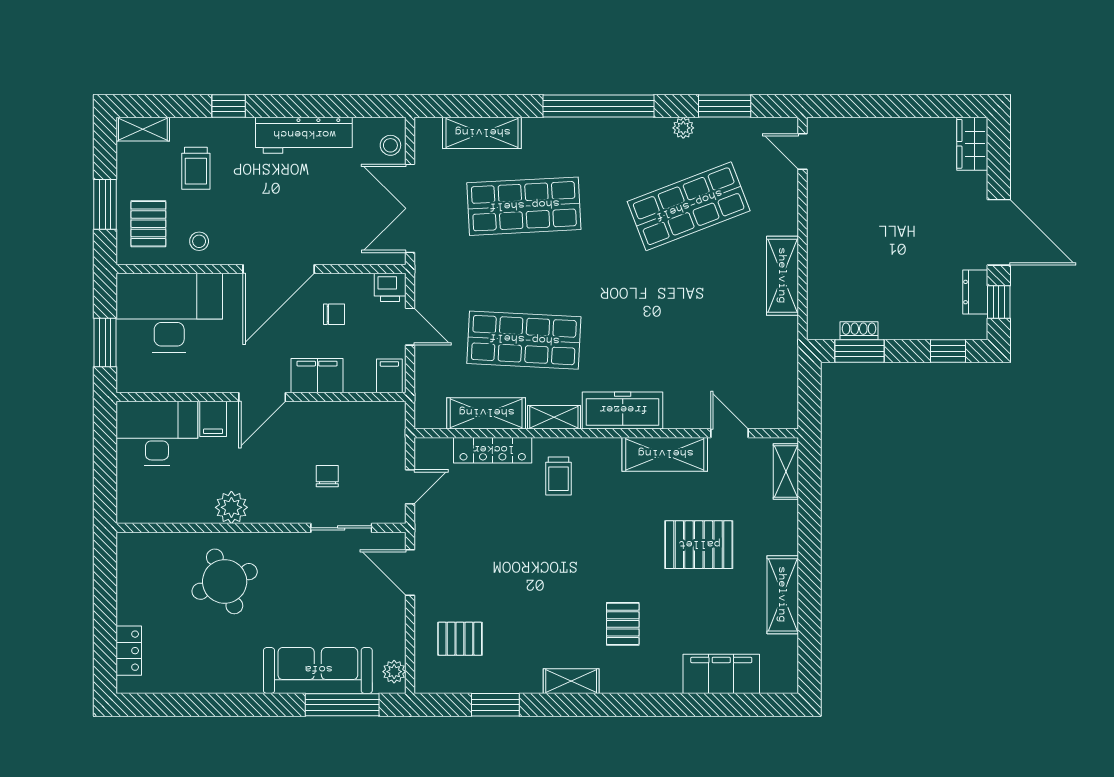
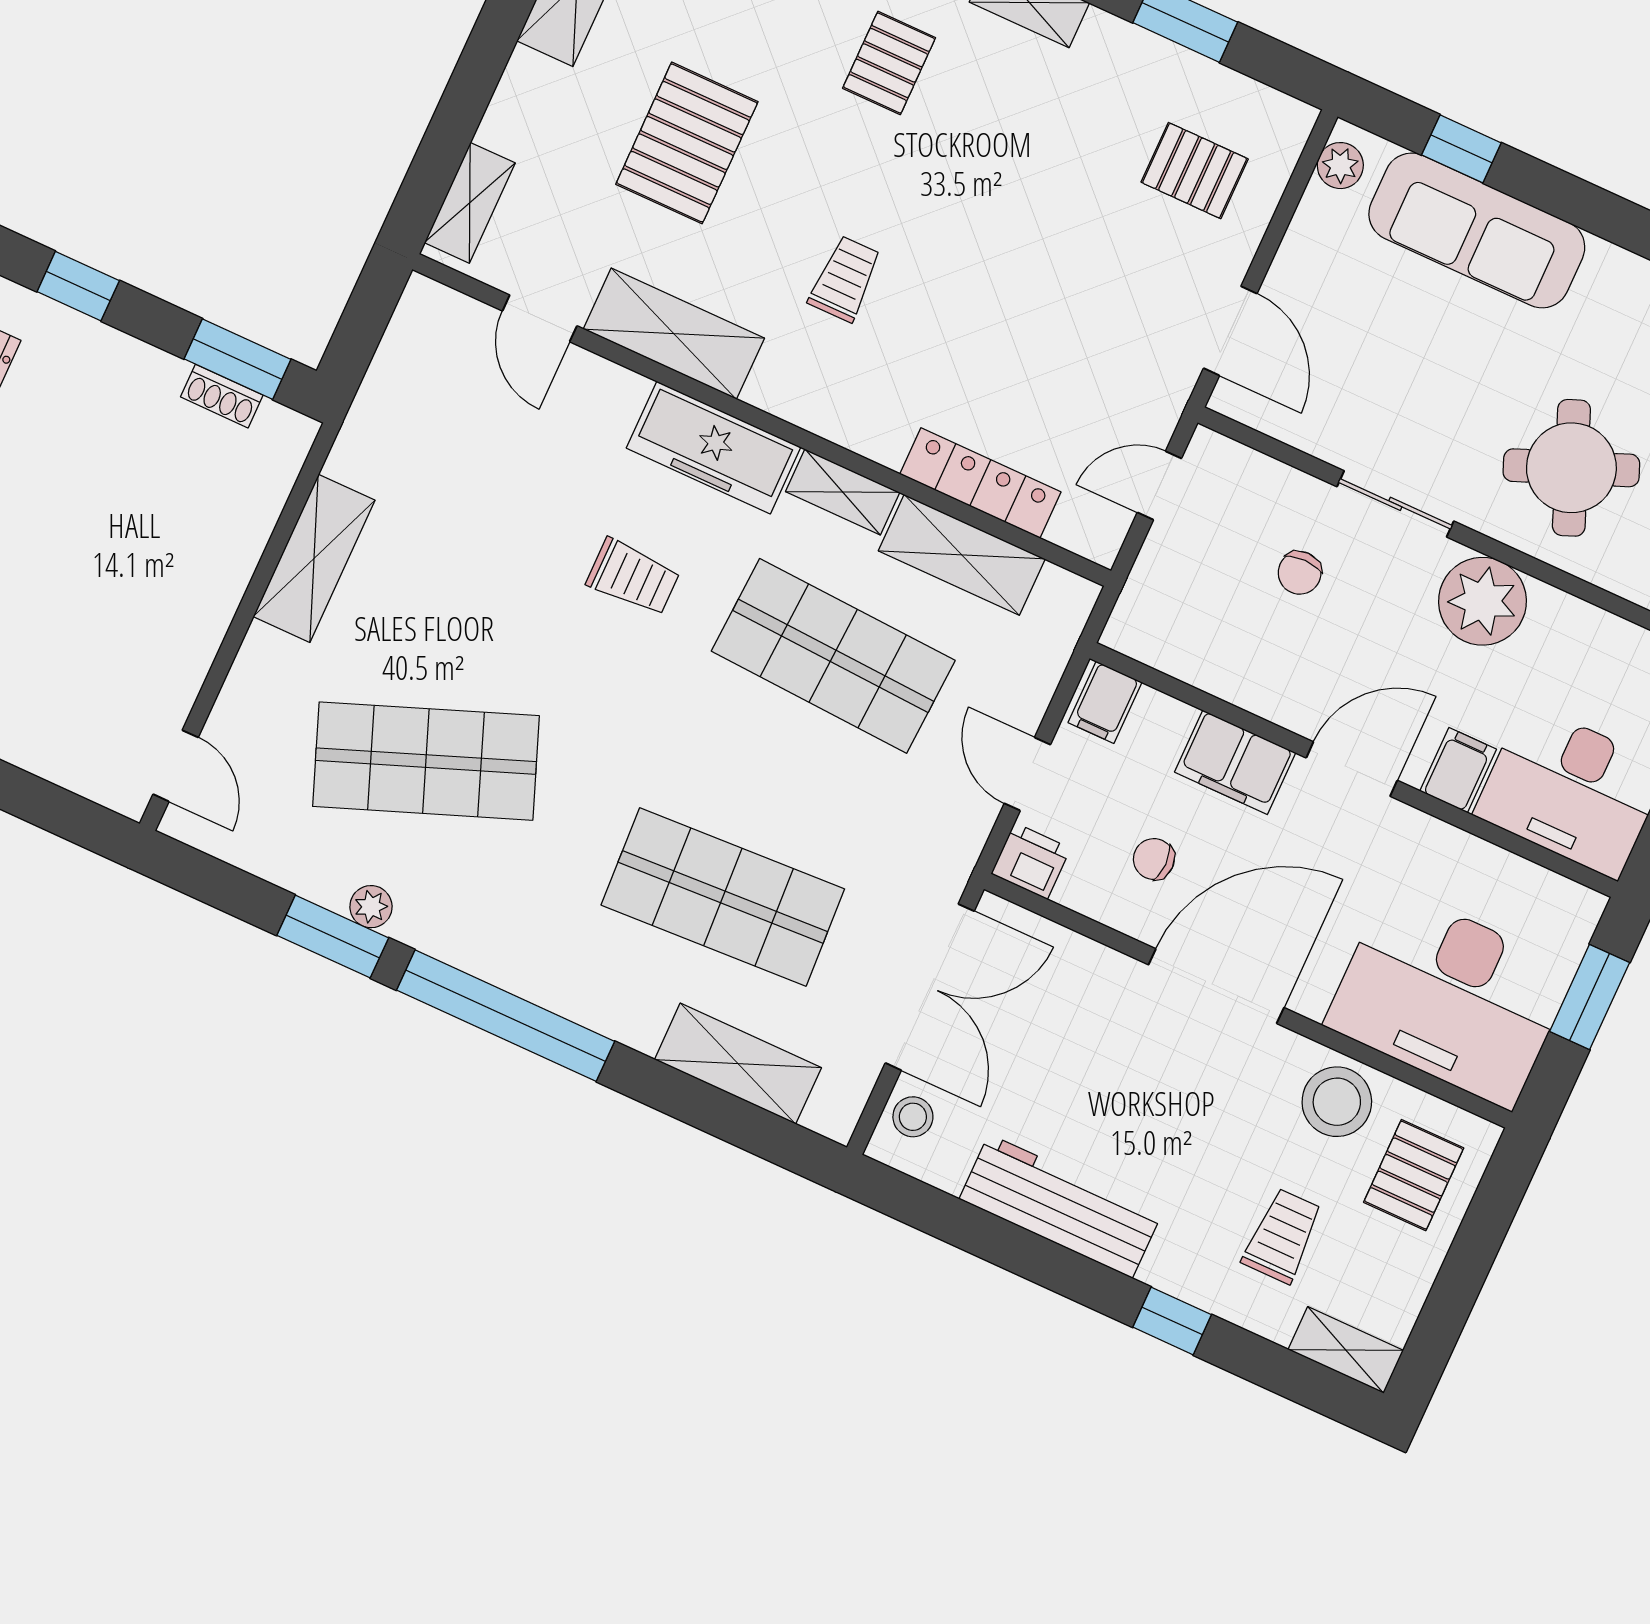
window: (725, 106) -> (333, 937), moved
window: (105, 204) -> (1476, 1246), removed
stool: (199, 241) -> (1337, 1102), width x1.89, depth x1.89
trolley: (632, 334) -> (633, 577), added
trolley: (558, 476) -> (845, 279), moved
plant: (231, 507) -> (1482, 601), width x1.36, depth x1.36
sliding door: (341, 528) -> (1395, 504), moved
pallet: (699, 545) -> (687, 143), turned 90
window: (342, 705) -> (1461, 149), width x0.46

